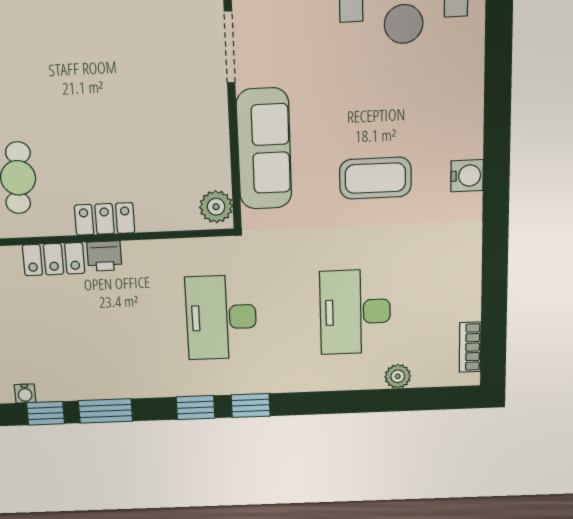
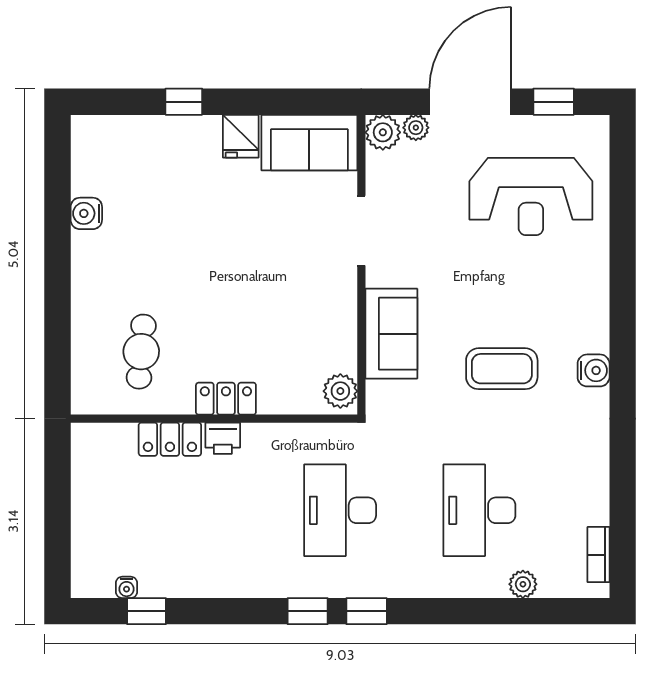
sofa: (264, 149) -> (391, 334), width x0.73
window: (105, 411) -> (211, 611), removed

